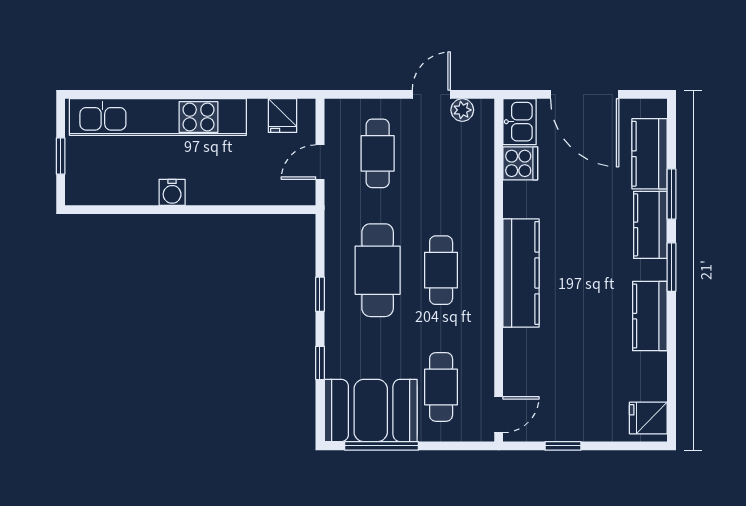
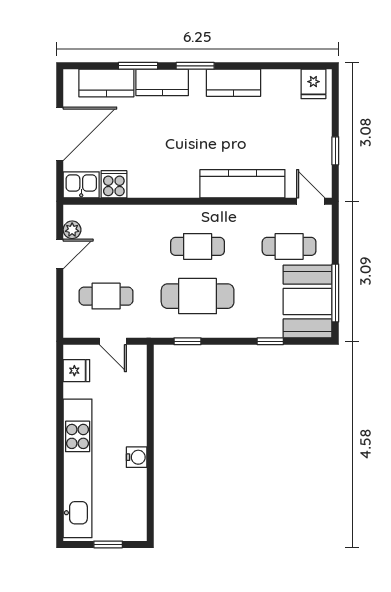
door: (431, 94) -> (60, 254), swing flipped
kitchen counter: (521, 273) -> (242, 184), moved
window: (320, 294) -> (188, 341), moved

